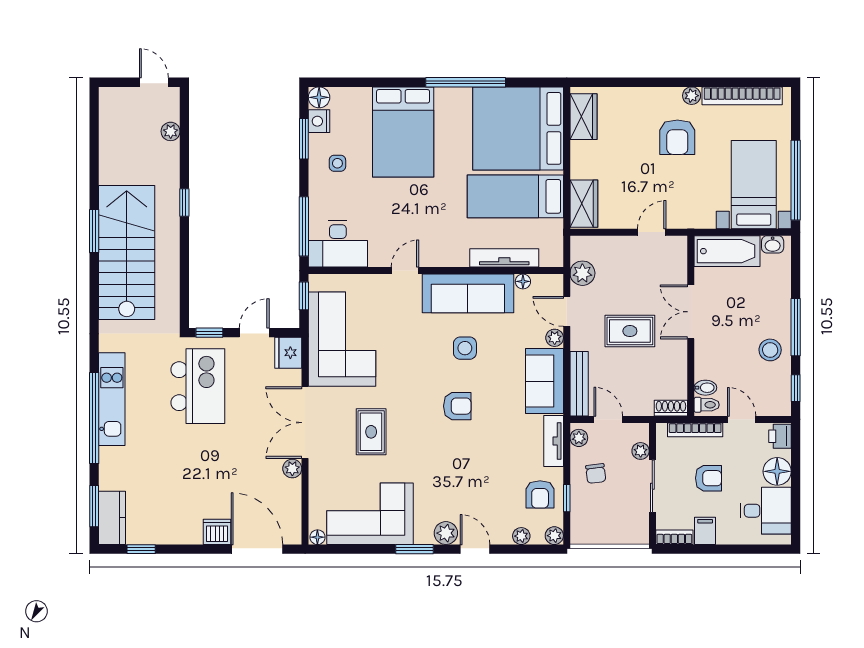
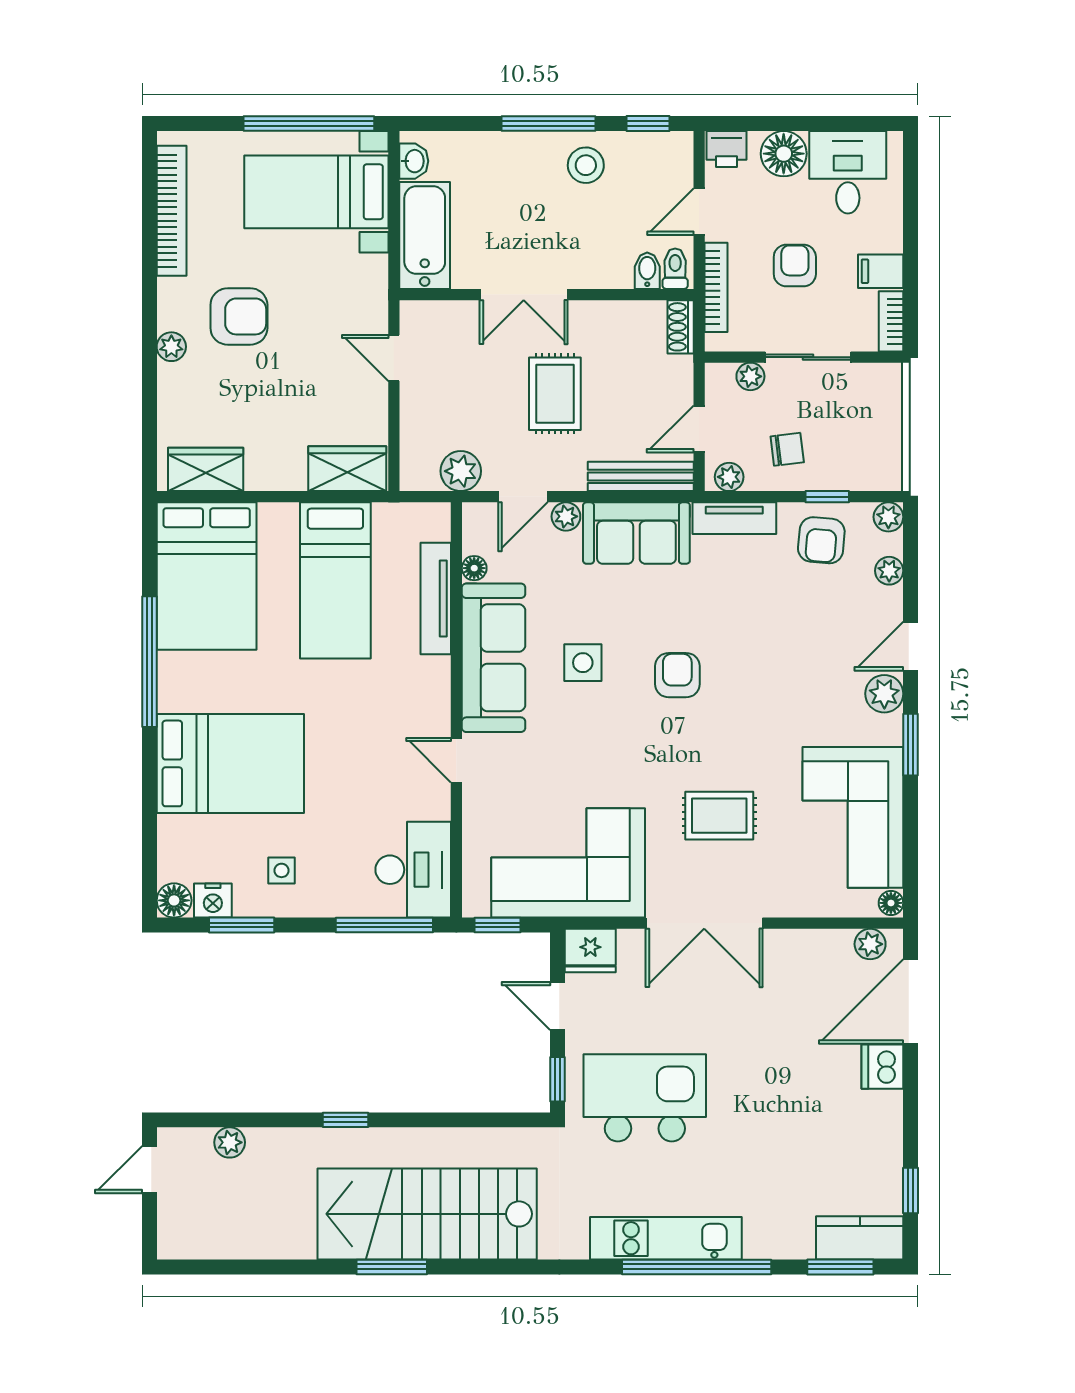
plant: (692, 96) -> (171, 347), moved
bed: (518, 128) -> (207, 576), width x0.73
plant: (292, 469) -> (870, 944), moved
armchair: (540, 494) -> (821, 540), turned 95

